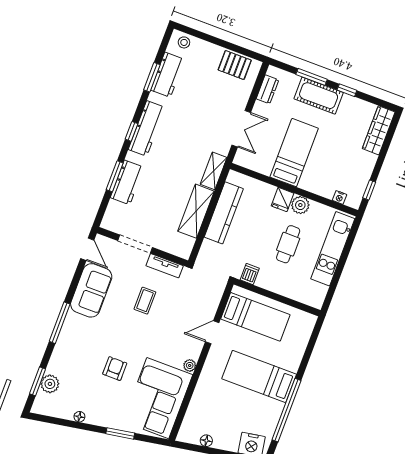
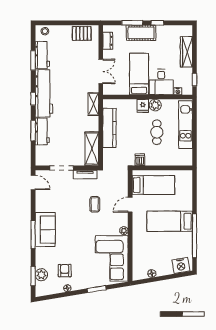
workbench: (147, 128) -> (44, 93), width x1.36, depth x1.32
wardrobe: (379, 130) -> (186, 52), moved
desk: (321, 176) -> (161, 82), added
shelving: (196, 211) -> (92, 149), moved
sofa: (91, 290) -> (45, 230), moved
coffee table: (145, 301) -> (95, 204), moved
armchair: (115, 369) -> (65, 271), moved

